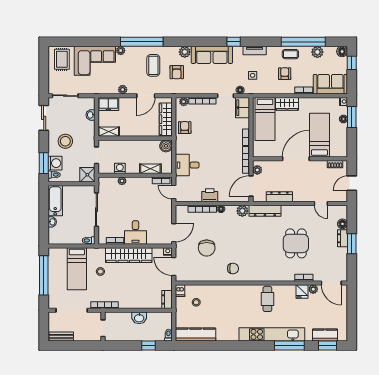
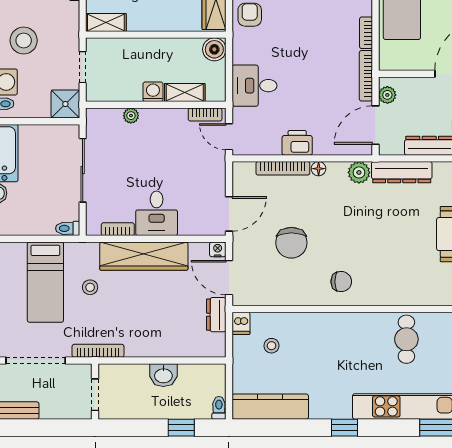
washing machine: (120, 168) -> (153, 92), moved
dresser: (167, 299) -> (216, 315), moved
window: (235, 346) -> (344, 428), added

